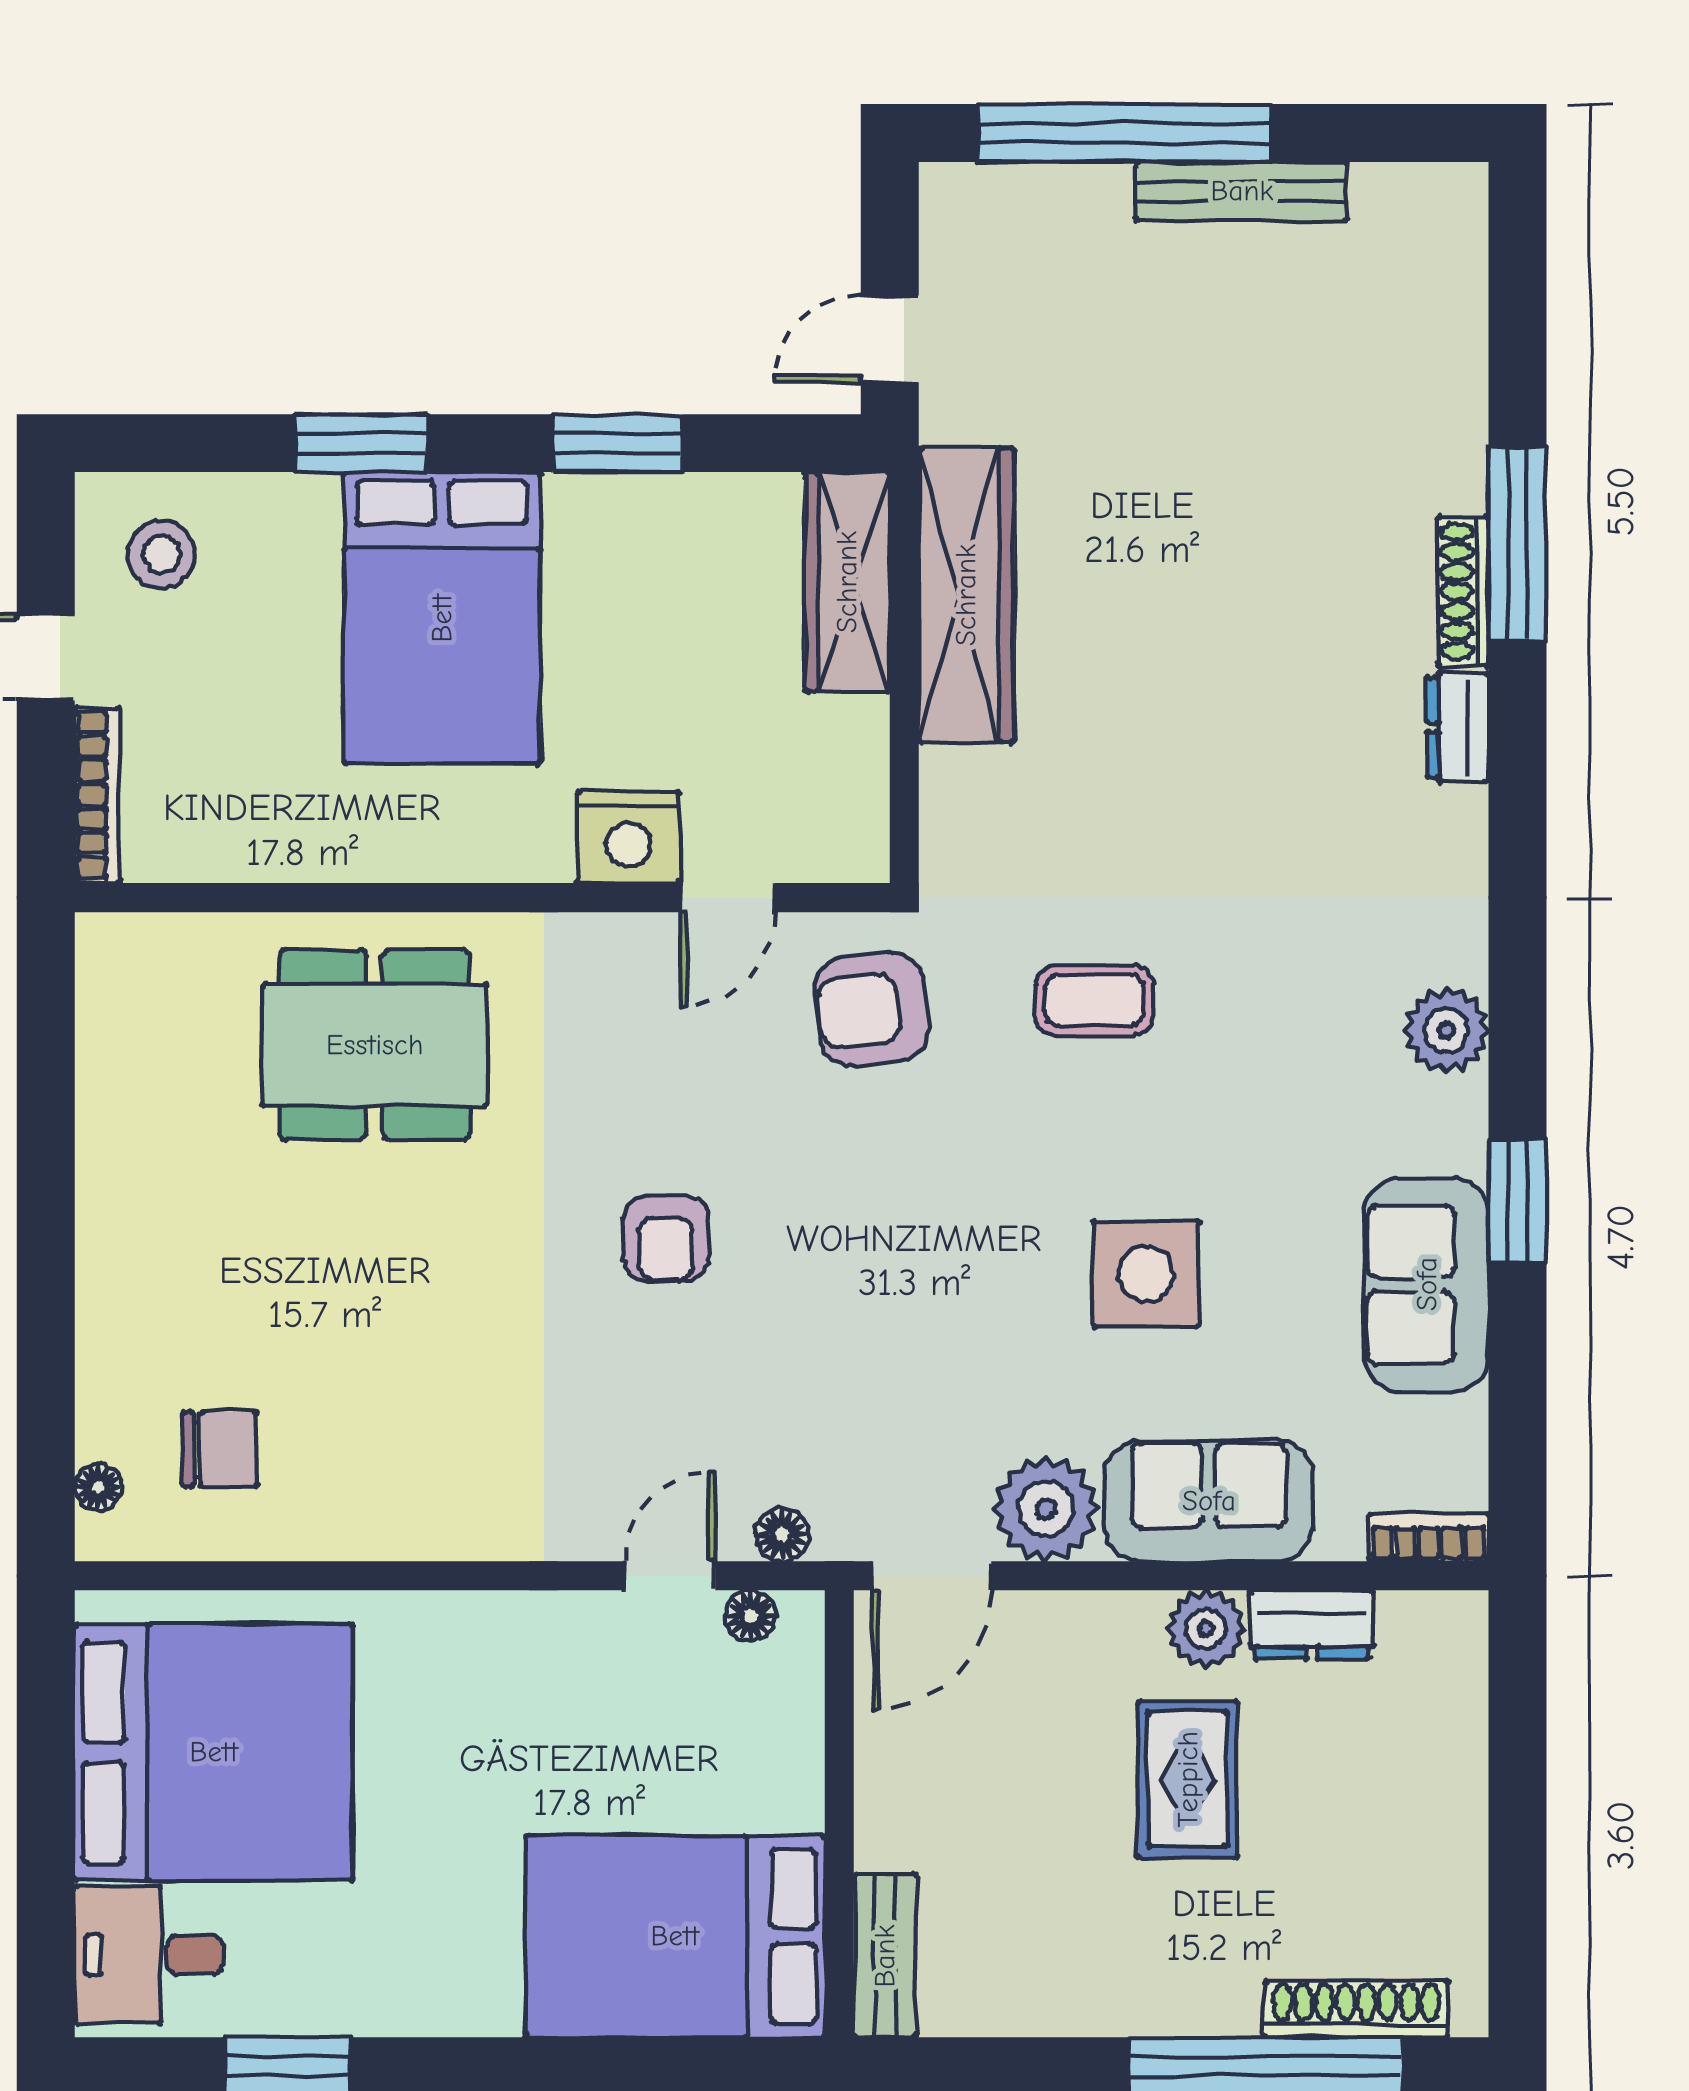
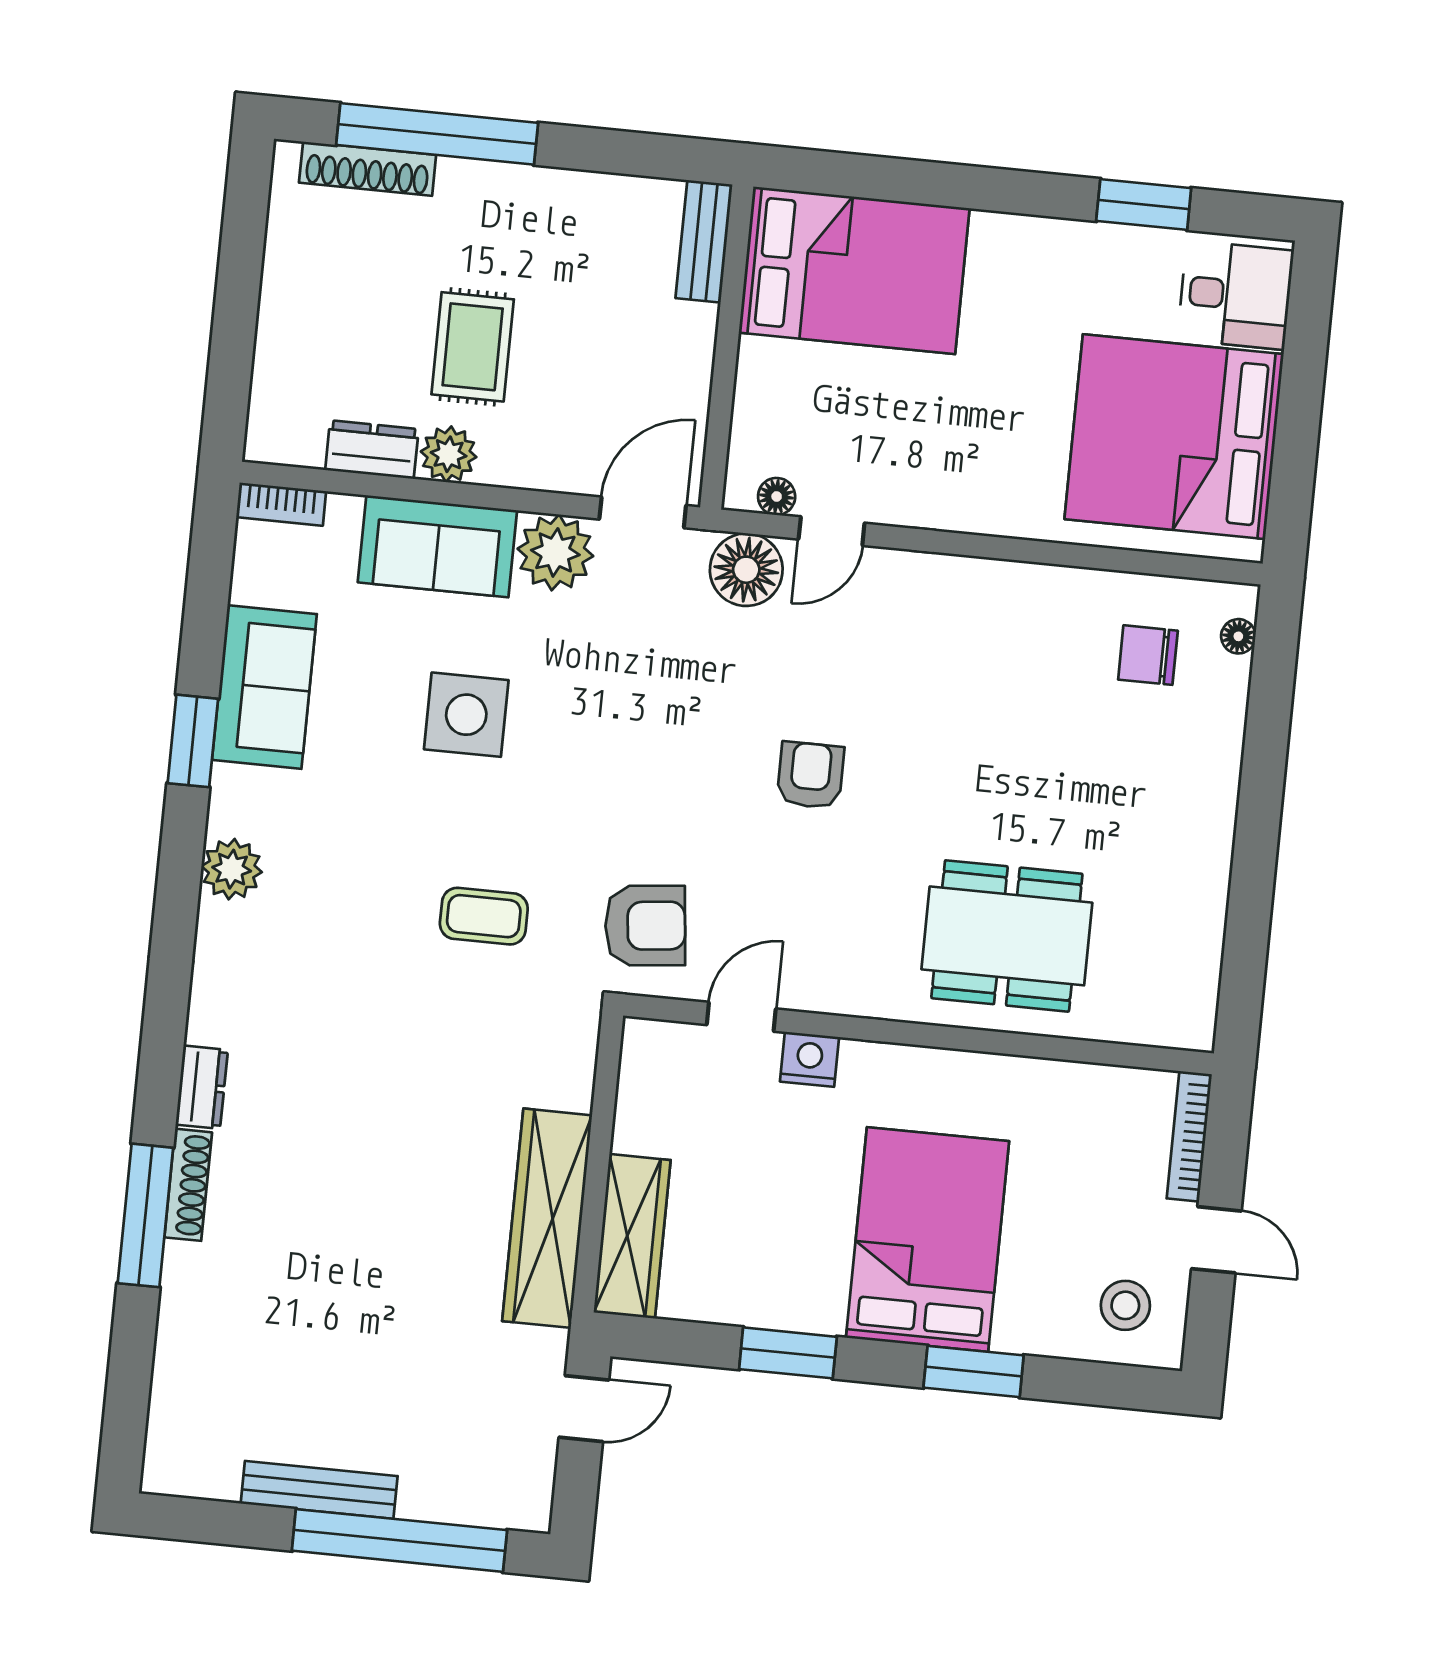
nightstand: (628, 837) -> (810, 1059), width x0.74, depth x0.75
floor lamp: (782, 1535) -> (746, 570), width x1.89, depth x1.89

